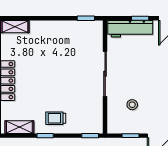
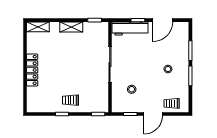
shelving: (19, 127) -> (71, 27), moved

